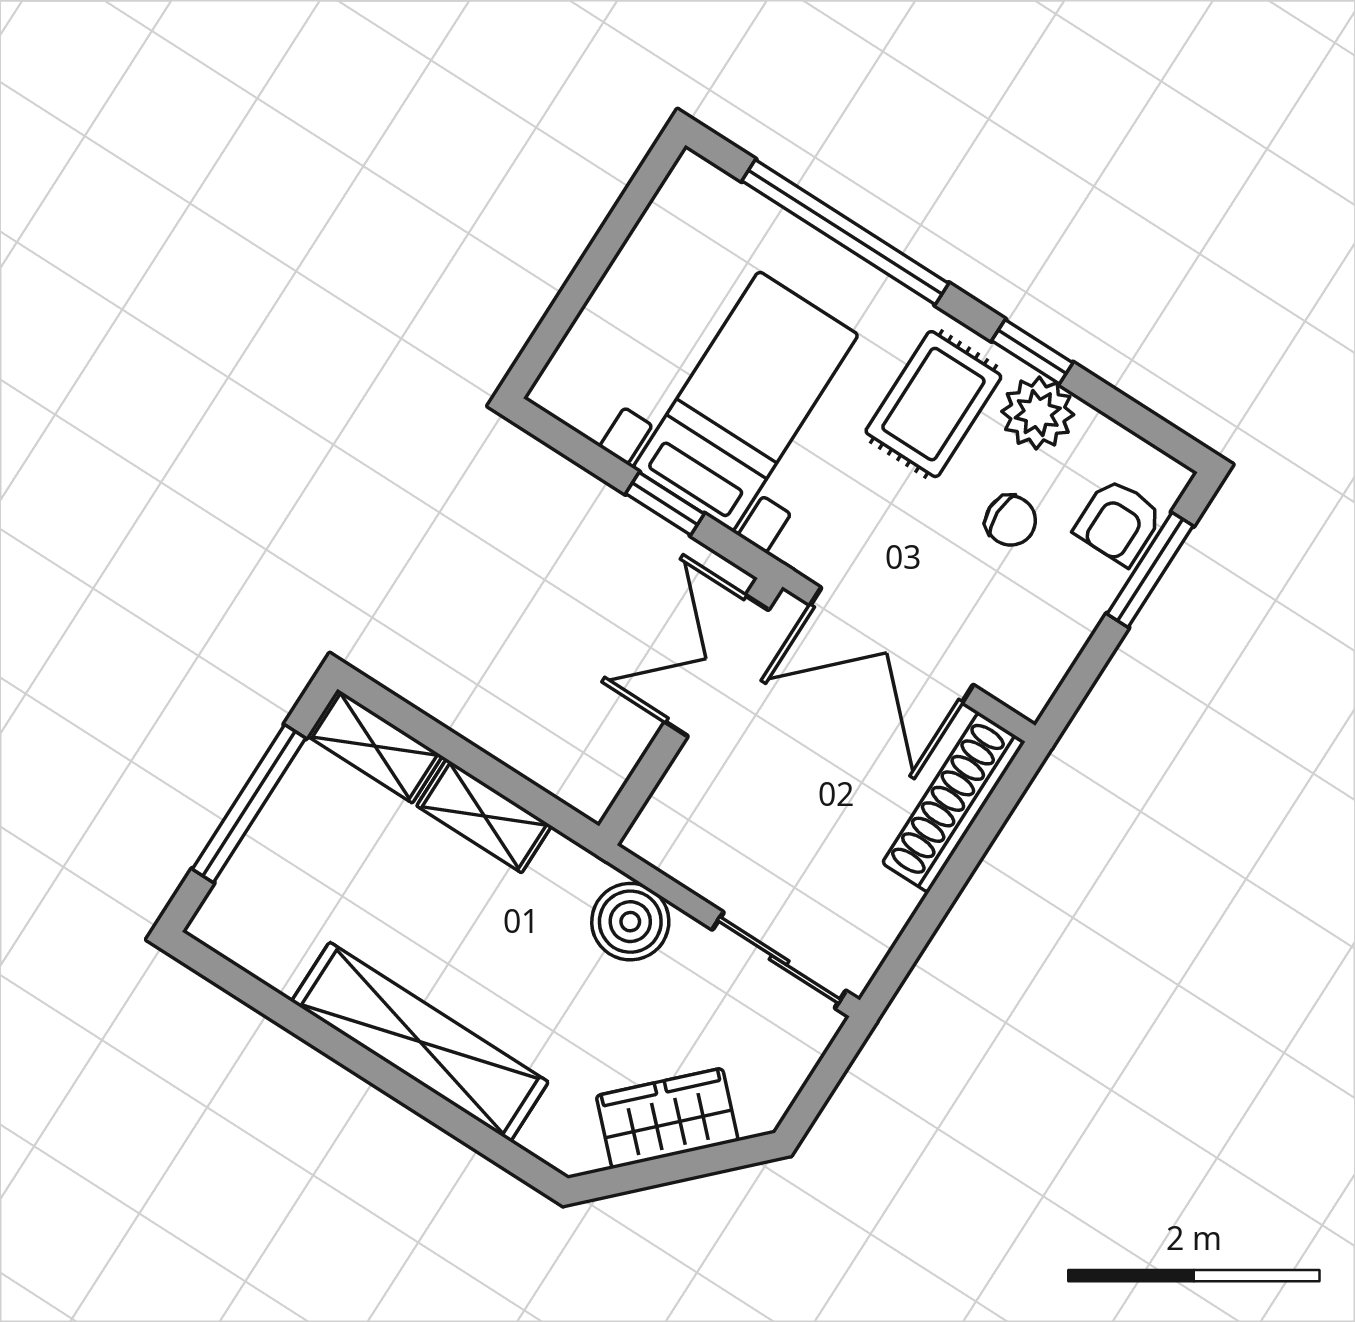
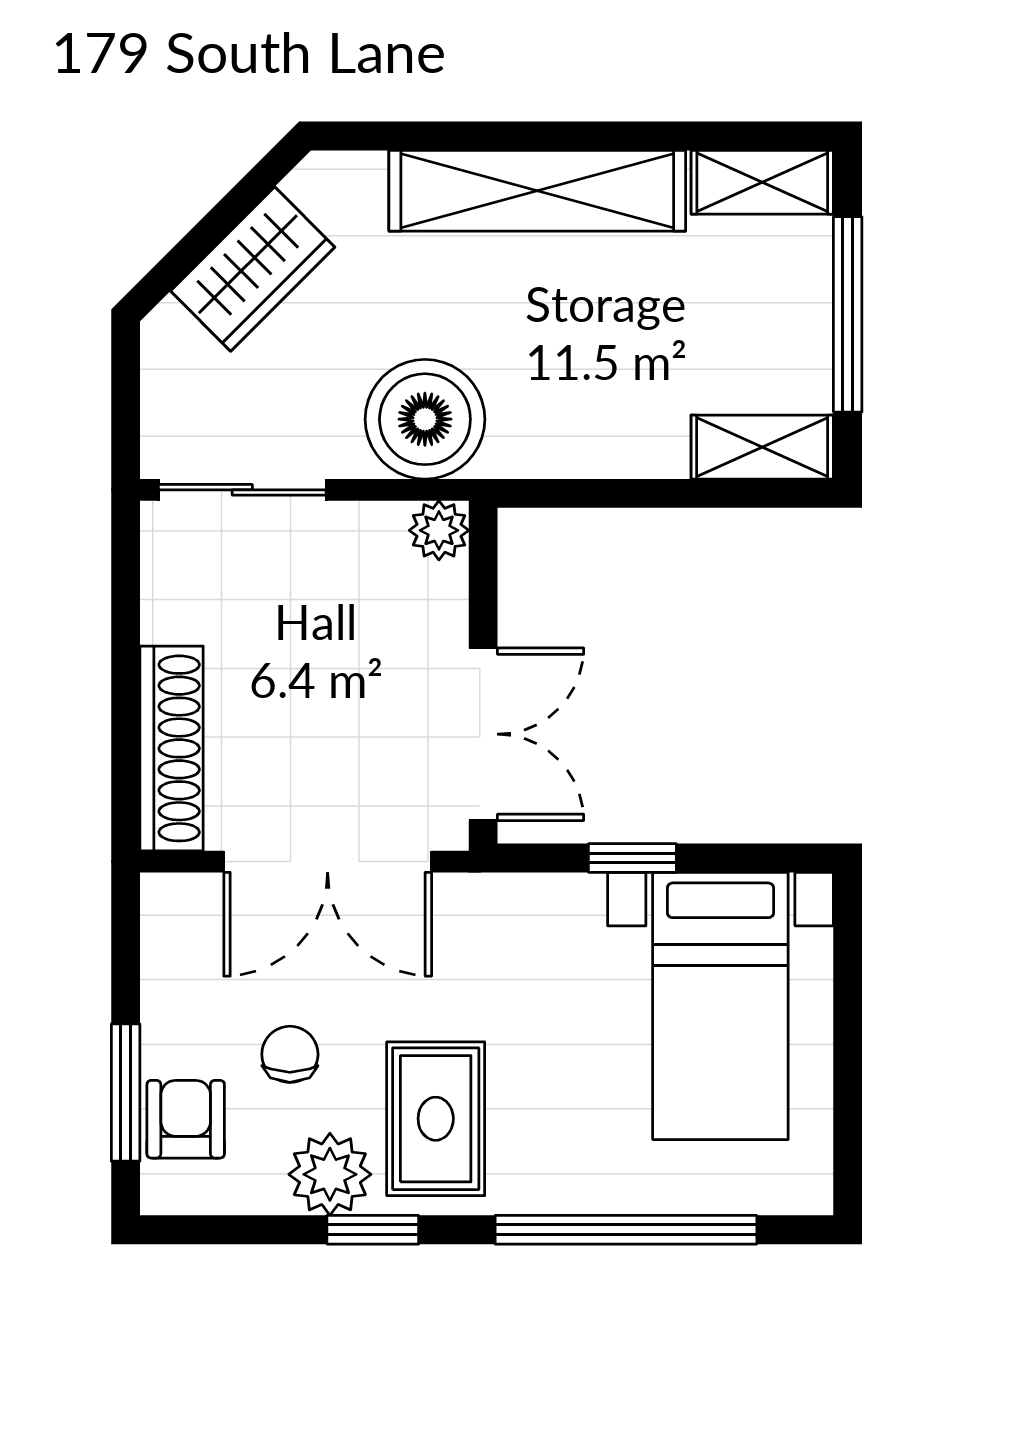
bed with nightstands: (746, 401) -> (720, 1006), moved
chair: (1011, 521) -> (290, 1054), turned 90
double door: (892, 645) -> (328, 862), swing flipped
shelving: (484, 816) -> (762, 182), moved
plant: (653, 837) -> (439, 530), added
boiler: (630, 922) -> (425, 419), width x1.37, depth x1.37

